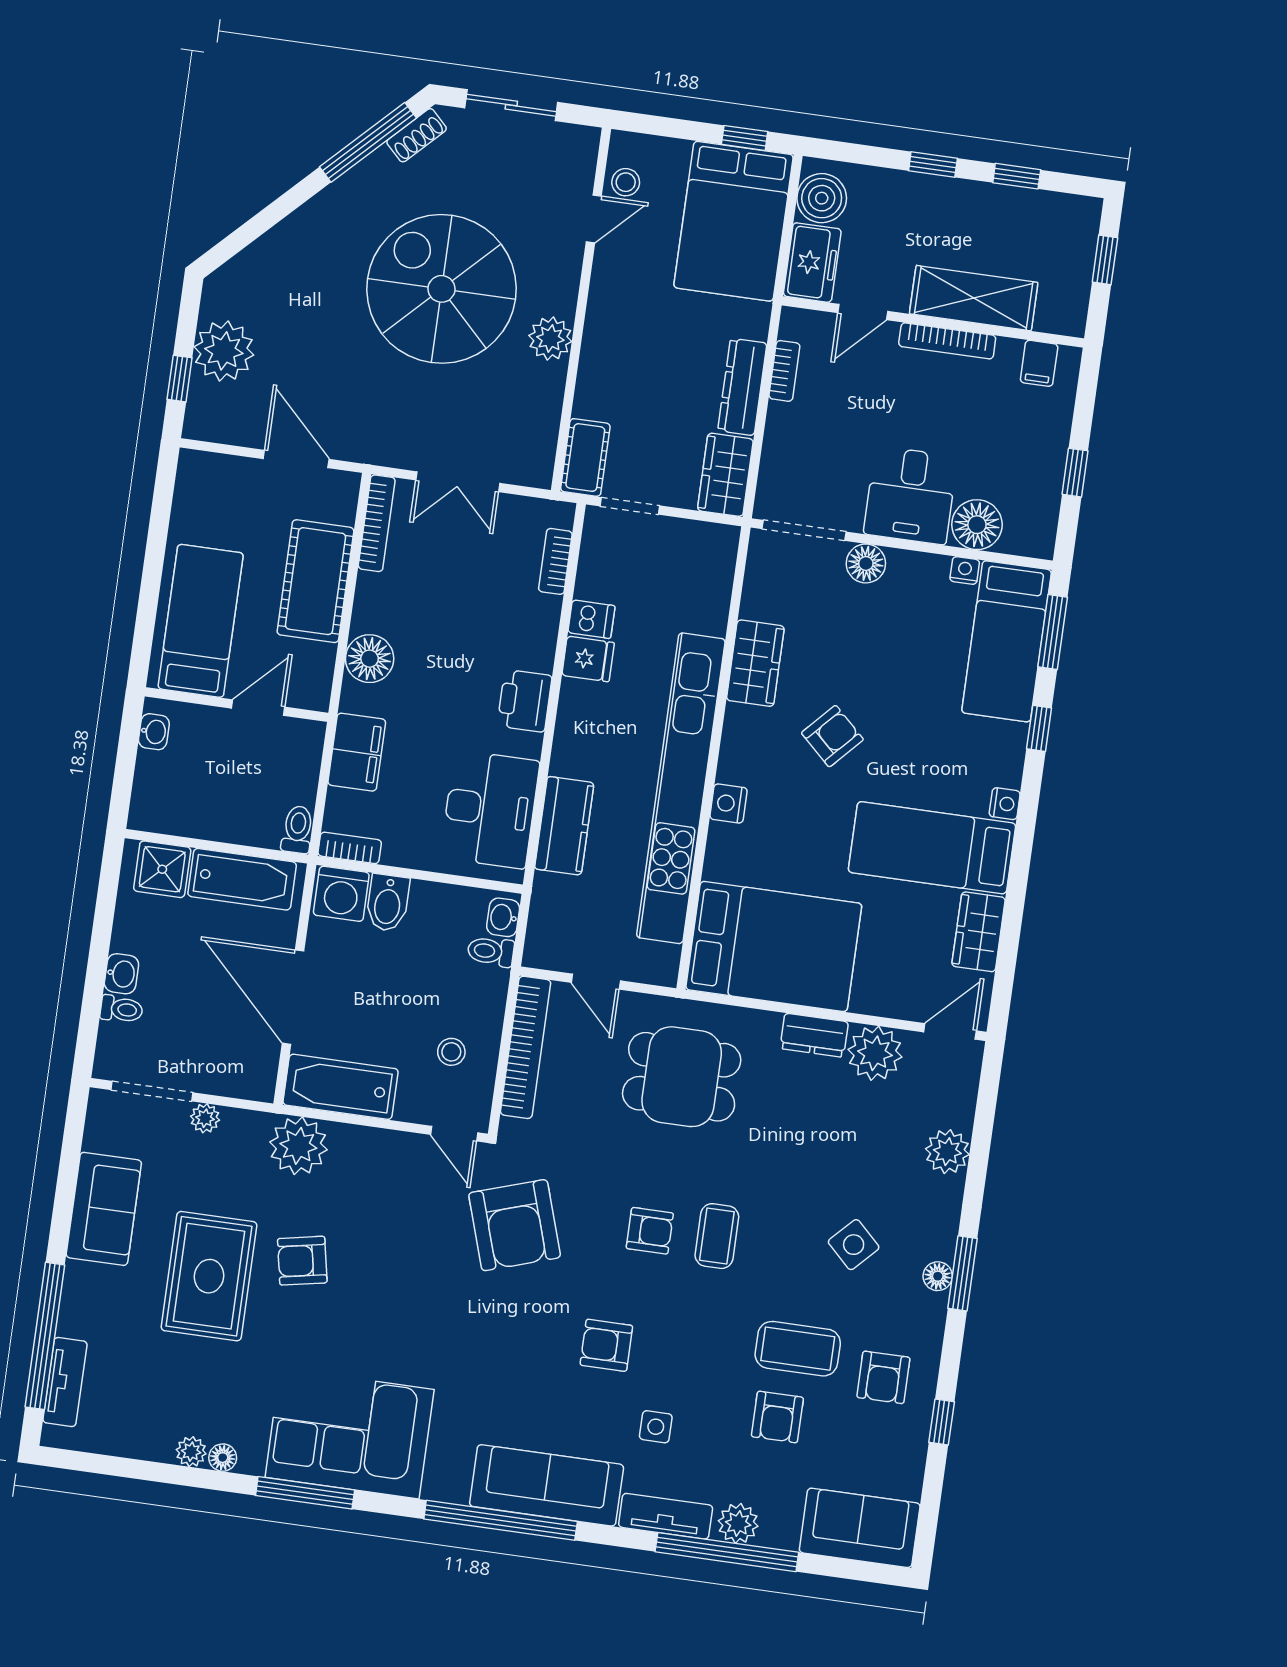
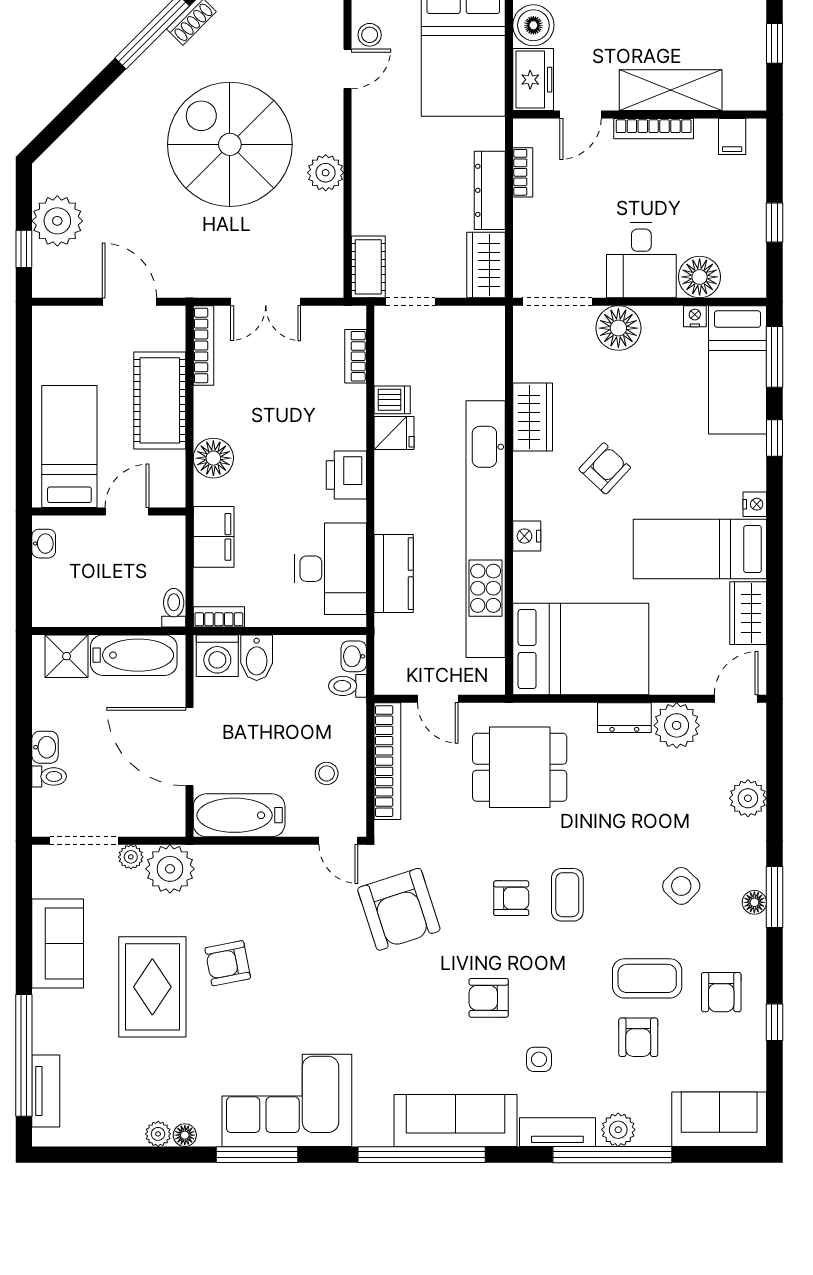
floor lamp: (866, 563) -> (618, 328), width x1.38, depth x1.38
plant: (298, 1146) -> (170, 869), moved

